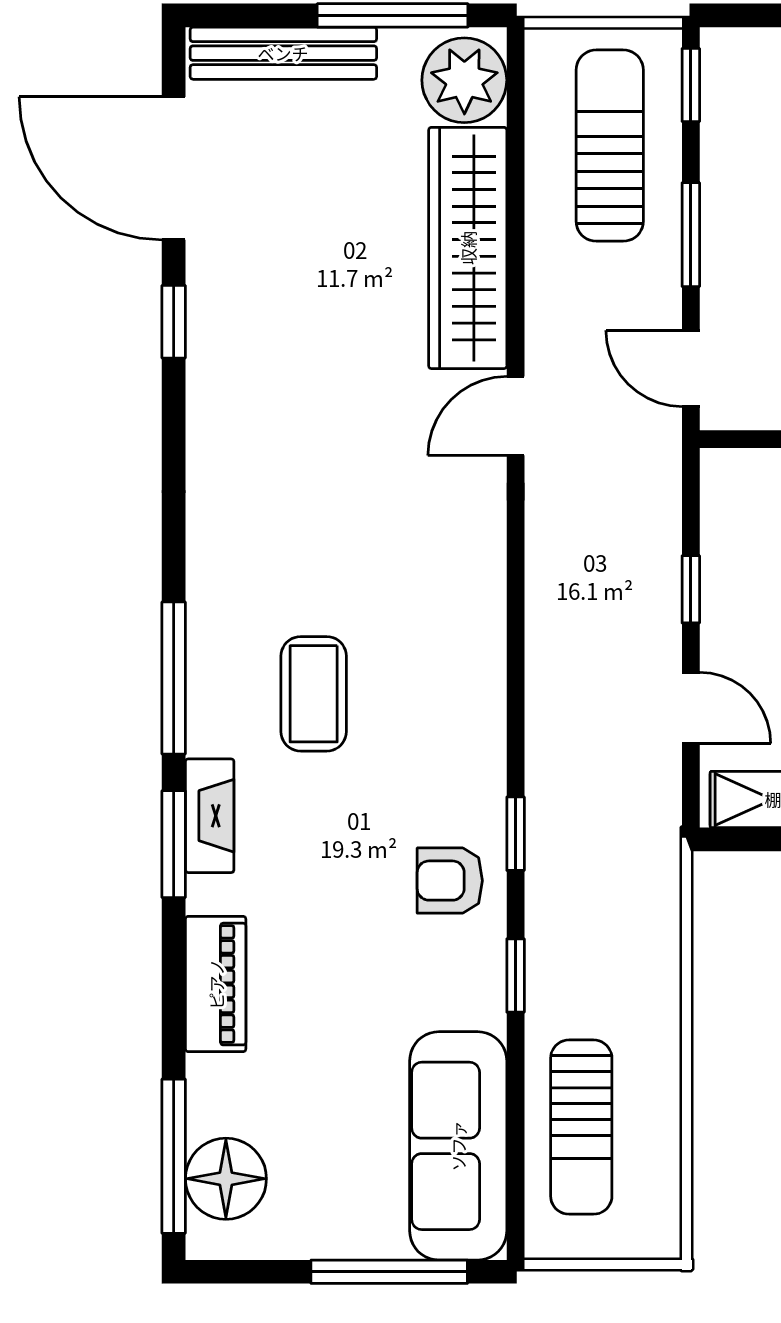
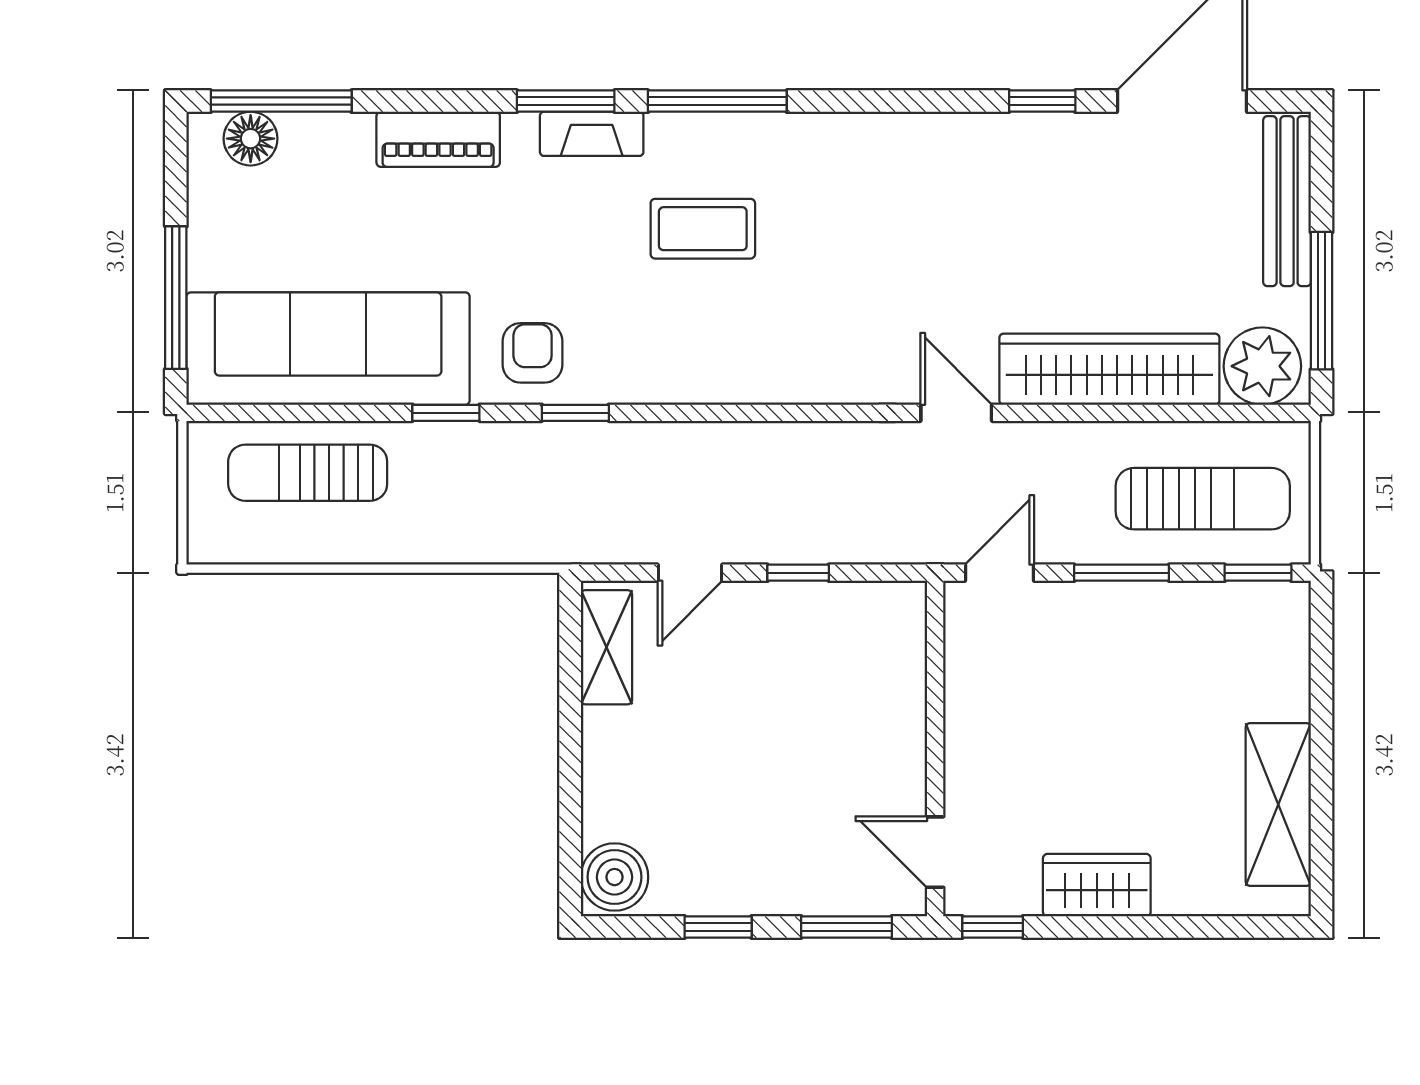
sofa: (458, 1146) -> (328, 349), width x1.36, depth x1.27
floor lamp: (226, 1179) -> (251, 139), width x0.73, depth x0.73

